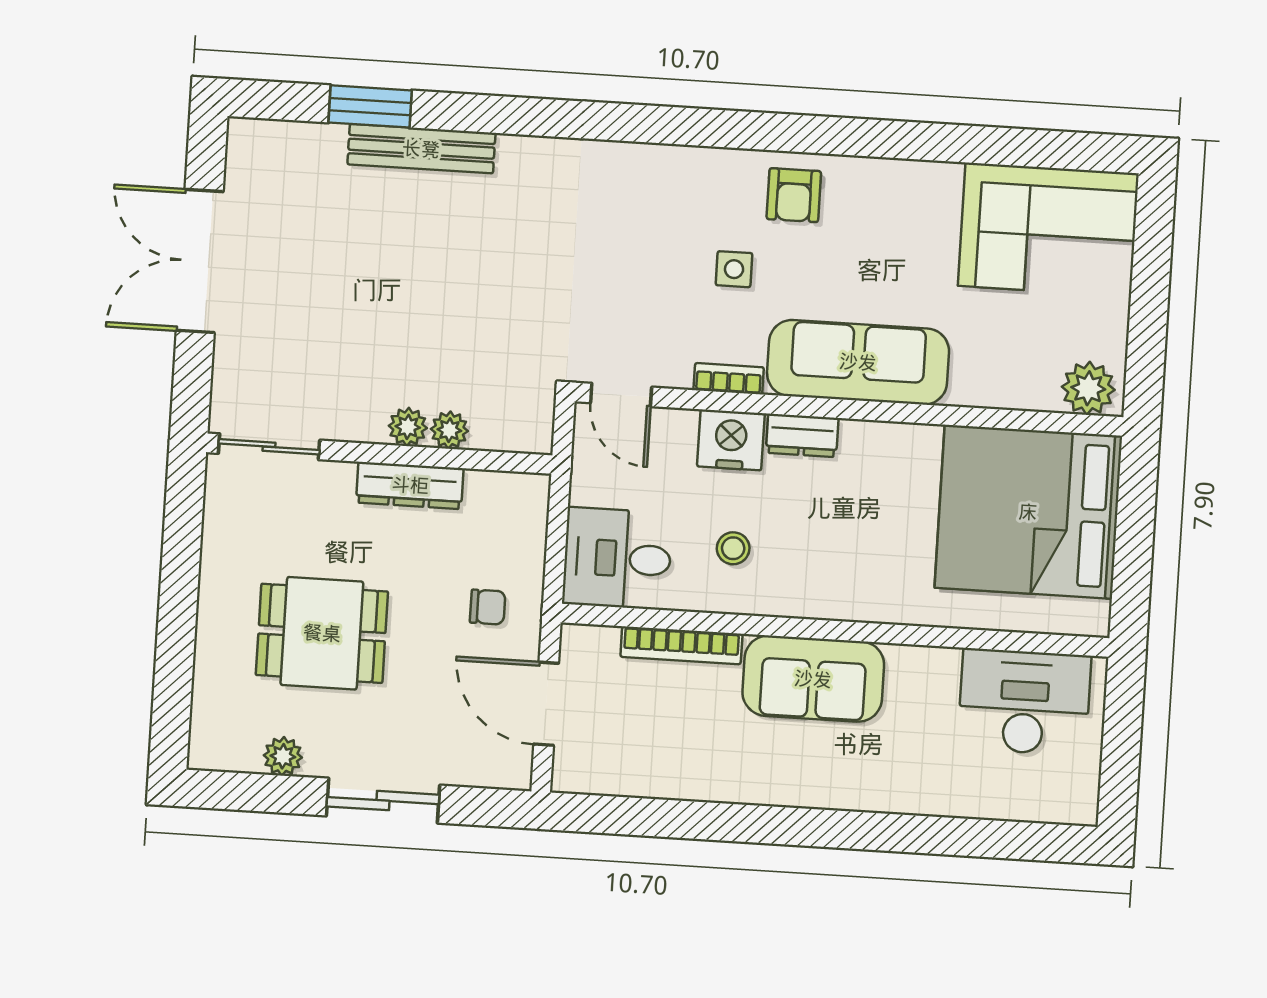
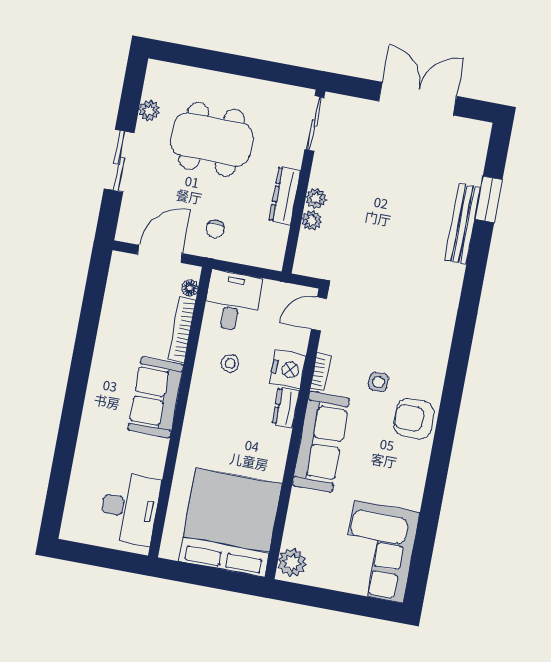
armchair: (794, 195) -> (414, 419), width x1.38, depth x1.38
dining table: (322, 633) -> (212, 139), width x1.38
floor lamp: (603, 640) -> (190, 288), added

